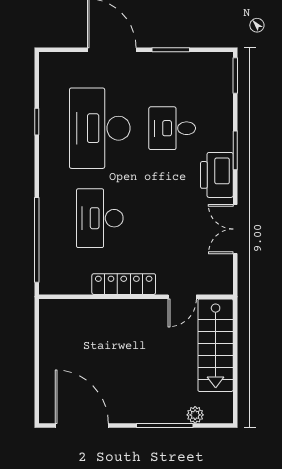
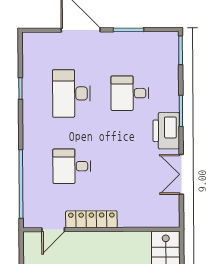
desk: (100, 128) -> (71, 93), width x0.73, depth x0.77
desk: (100, 218) -> (72, 166), width x0.73
door: (182, 297) -> (53, 230), moved

